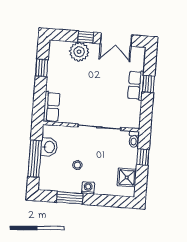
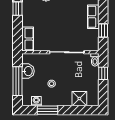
window: (148, 84) -> (103, 30), moved
shower: (127, 178) -> (79, 99), moved
washing machine: (88, 188) -> (36, 101), moved

